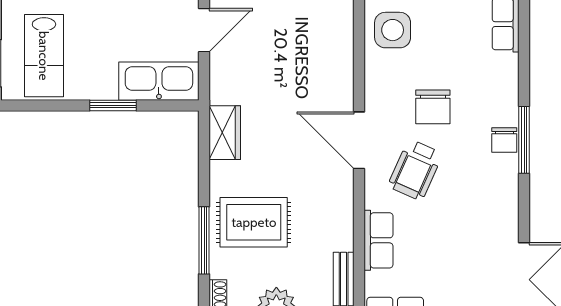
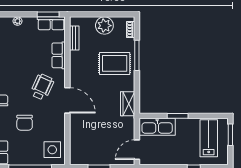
chair: (433, 107) -> (25, 123), moved, turned 180

